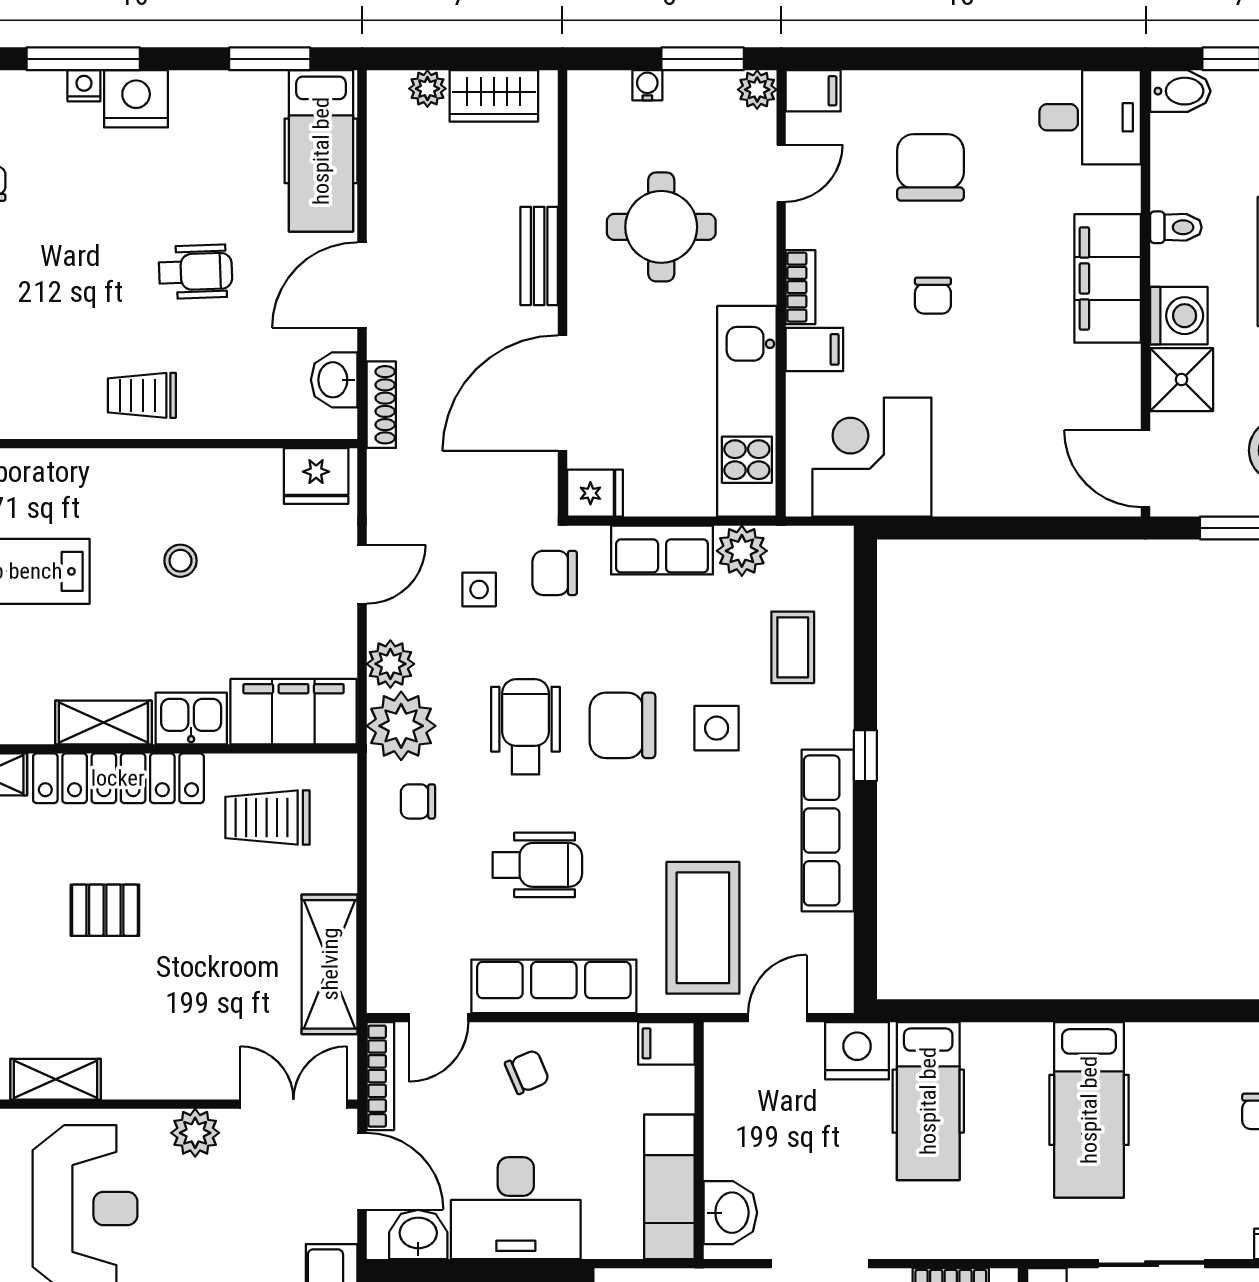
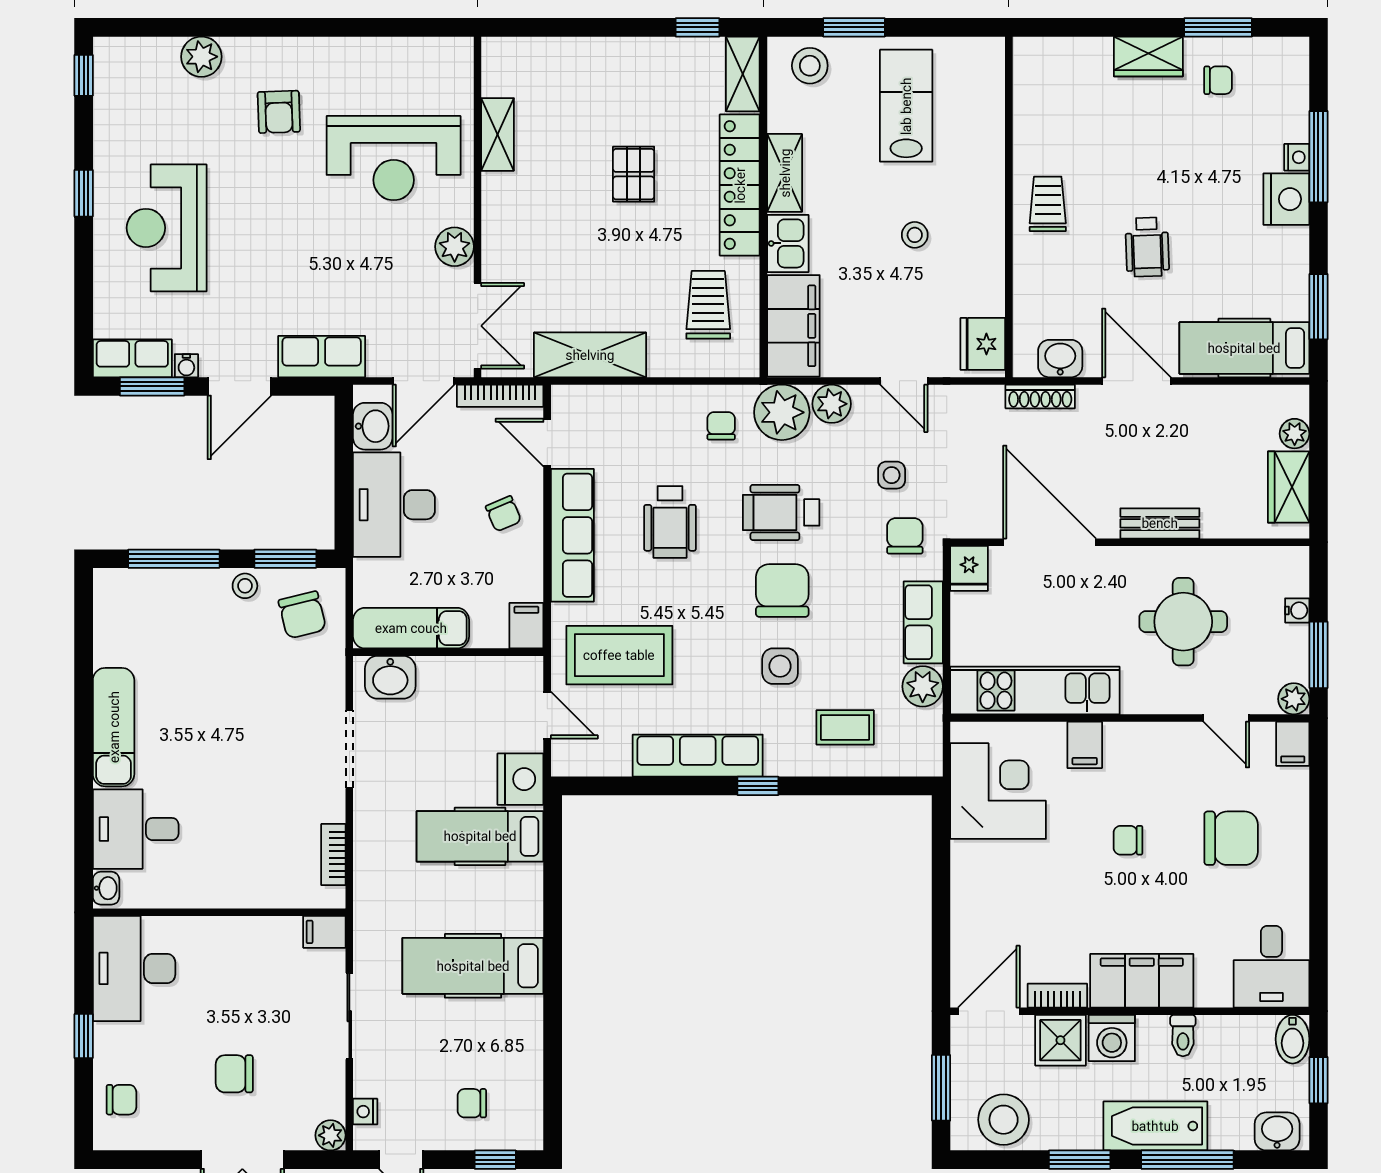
bookcase: (800, 287) -> (1057, 996), moved, turned 180
wheelchair: (526, 727) -> (781, 512), turned 180

